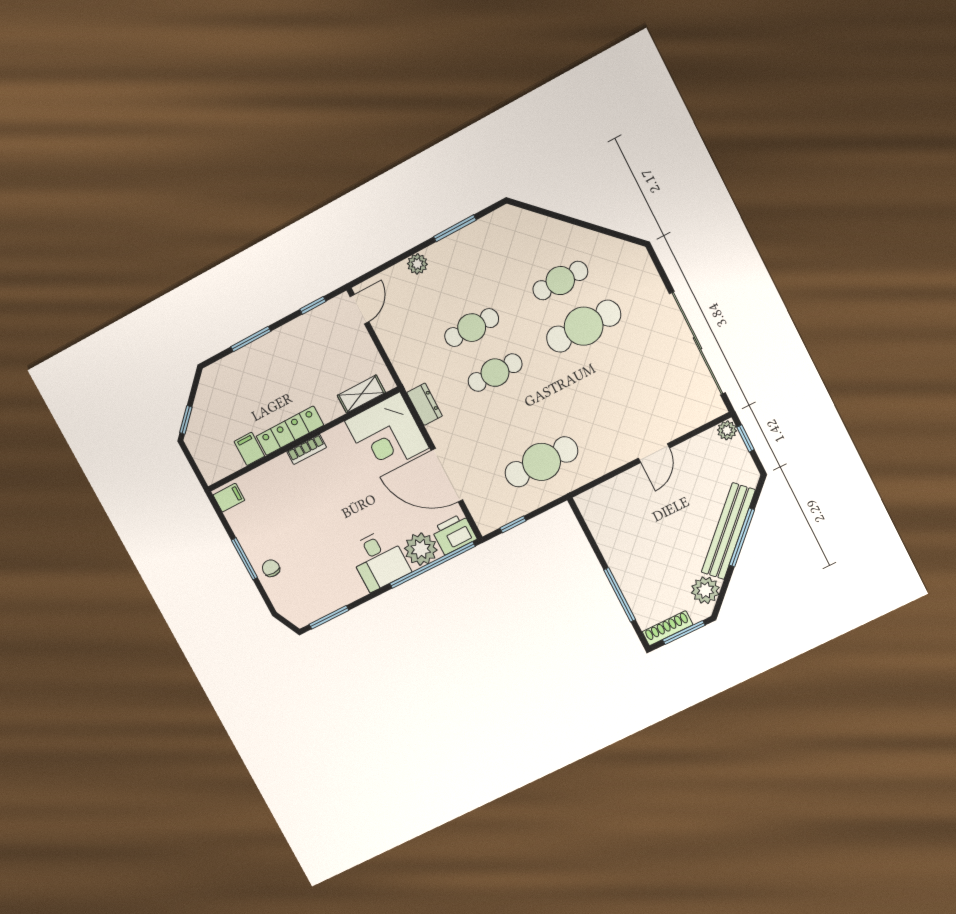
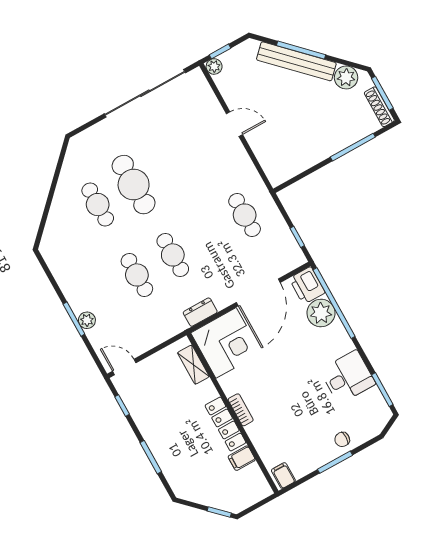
window: (455, 228) -> (74, 319), moved
cafe table: (541, 462) -> (245, 215), width x0.73, depth x0.74
desk: (379, 560) -> (348, 377), moved

